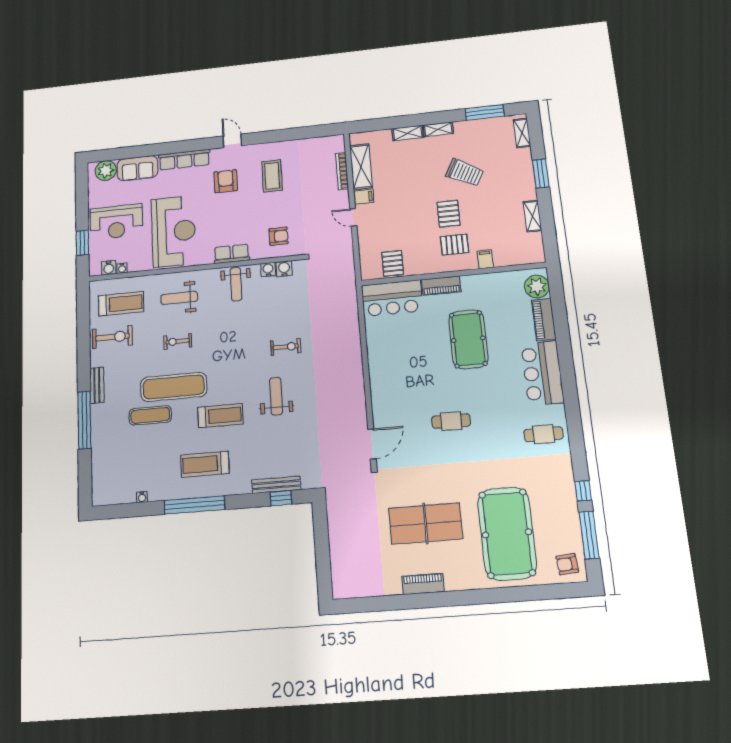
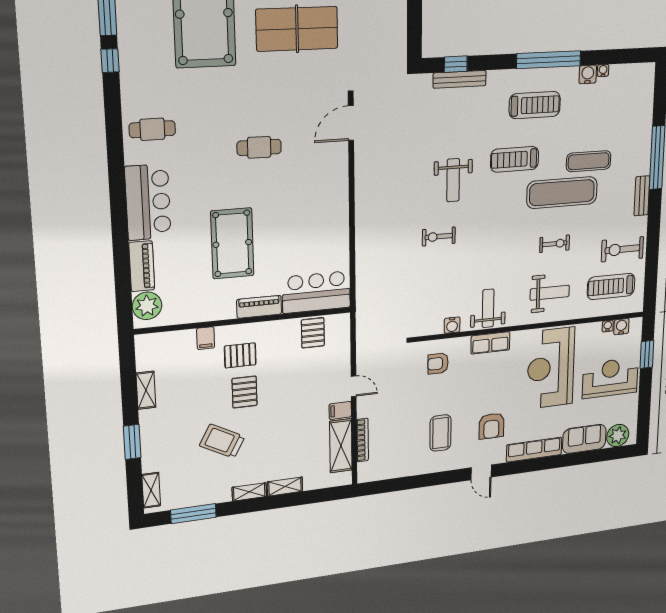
water cooler: (284, 269) -> (588, 74), moved, turned 180

